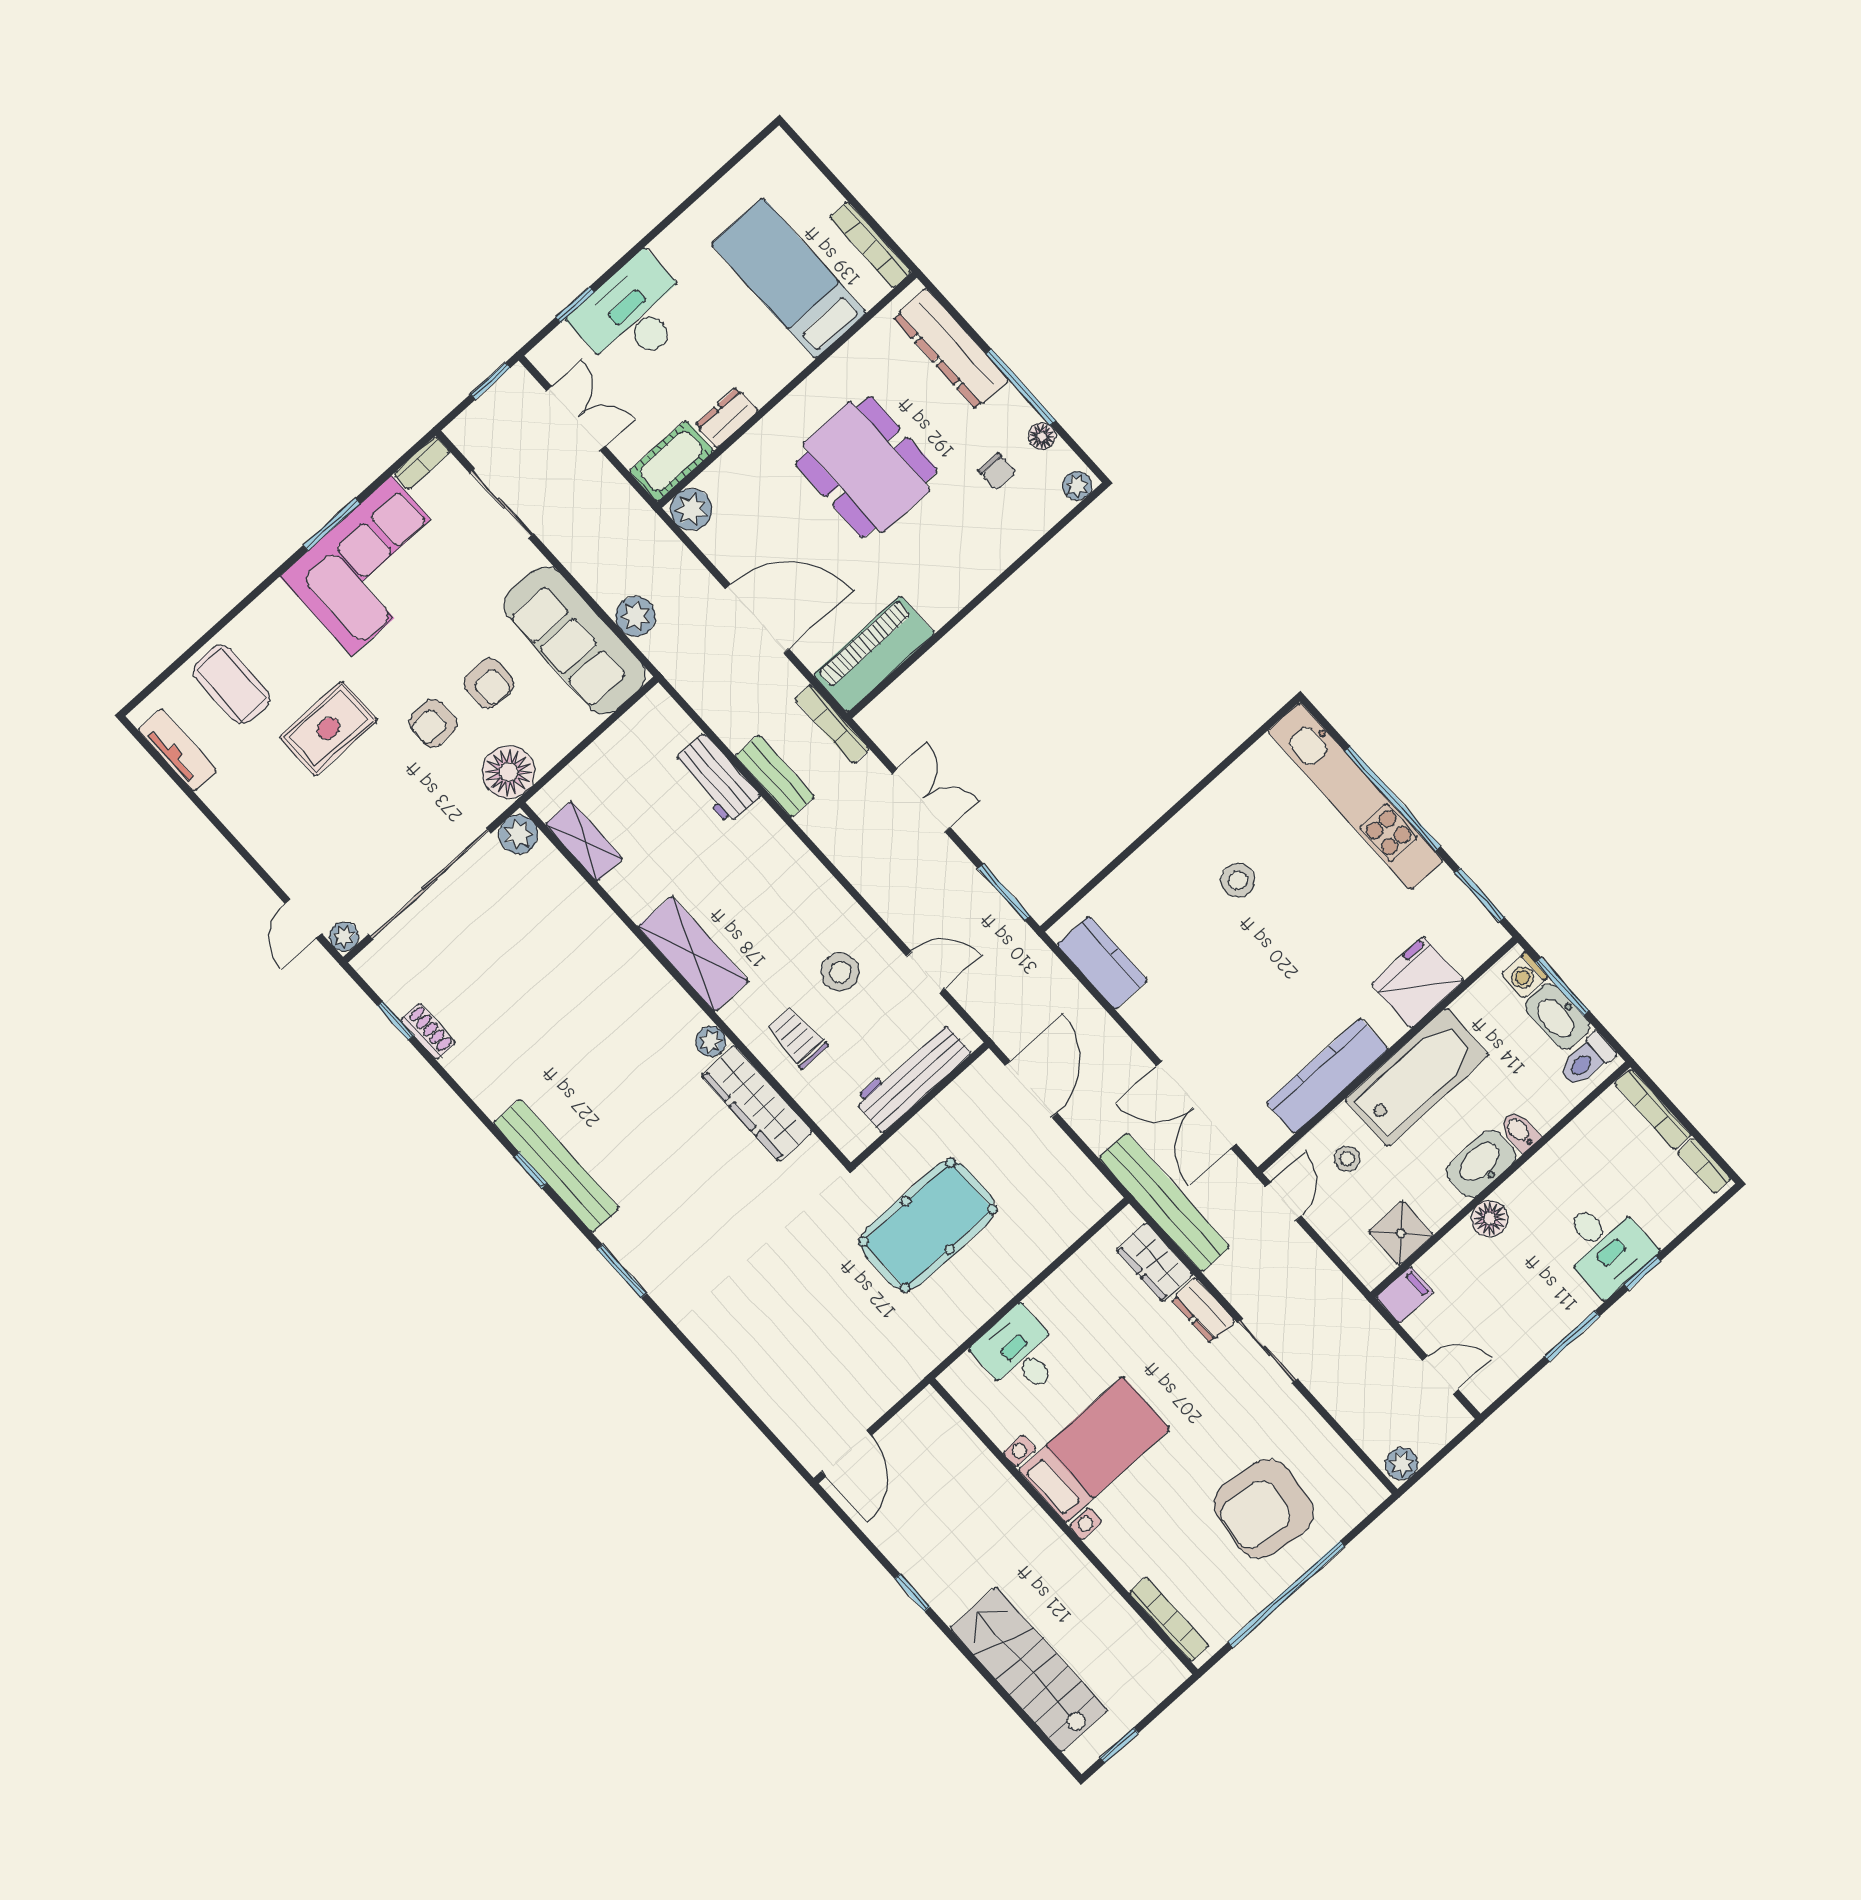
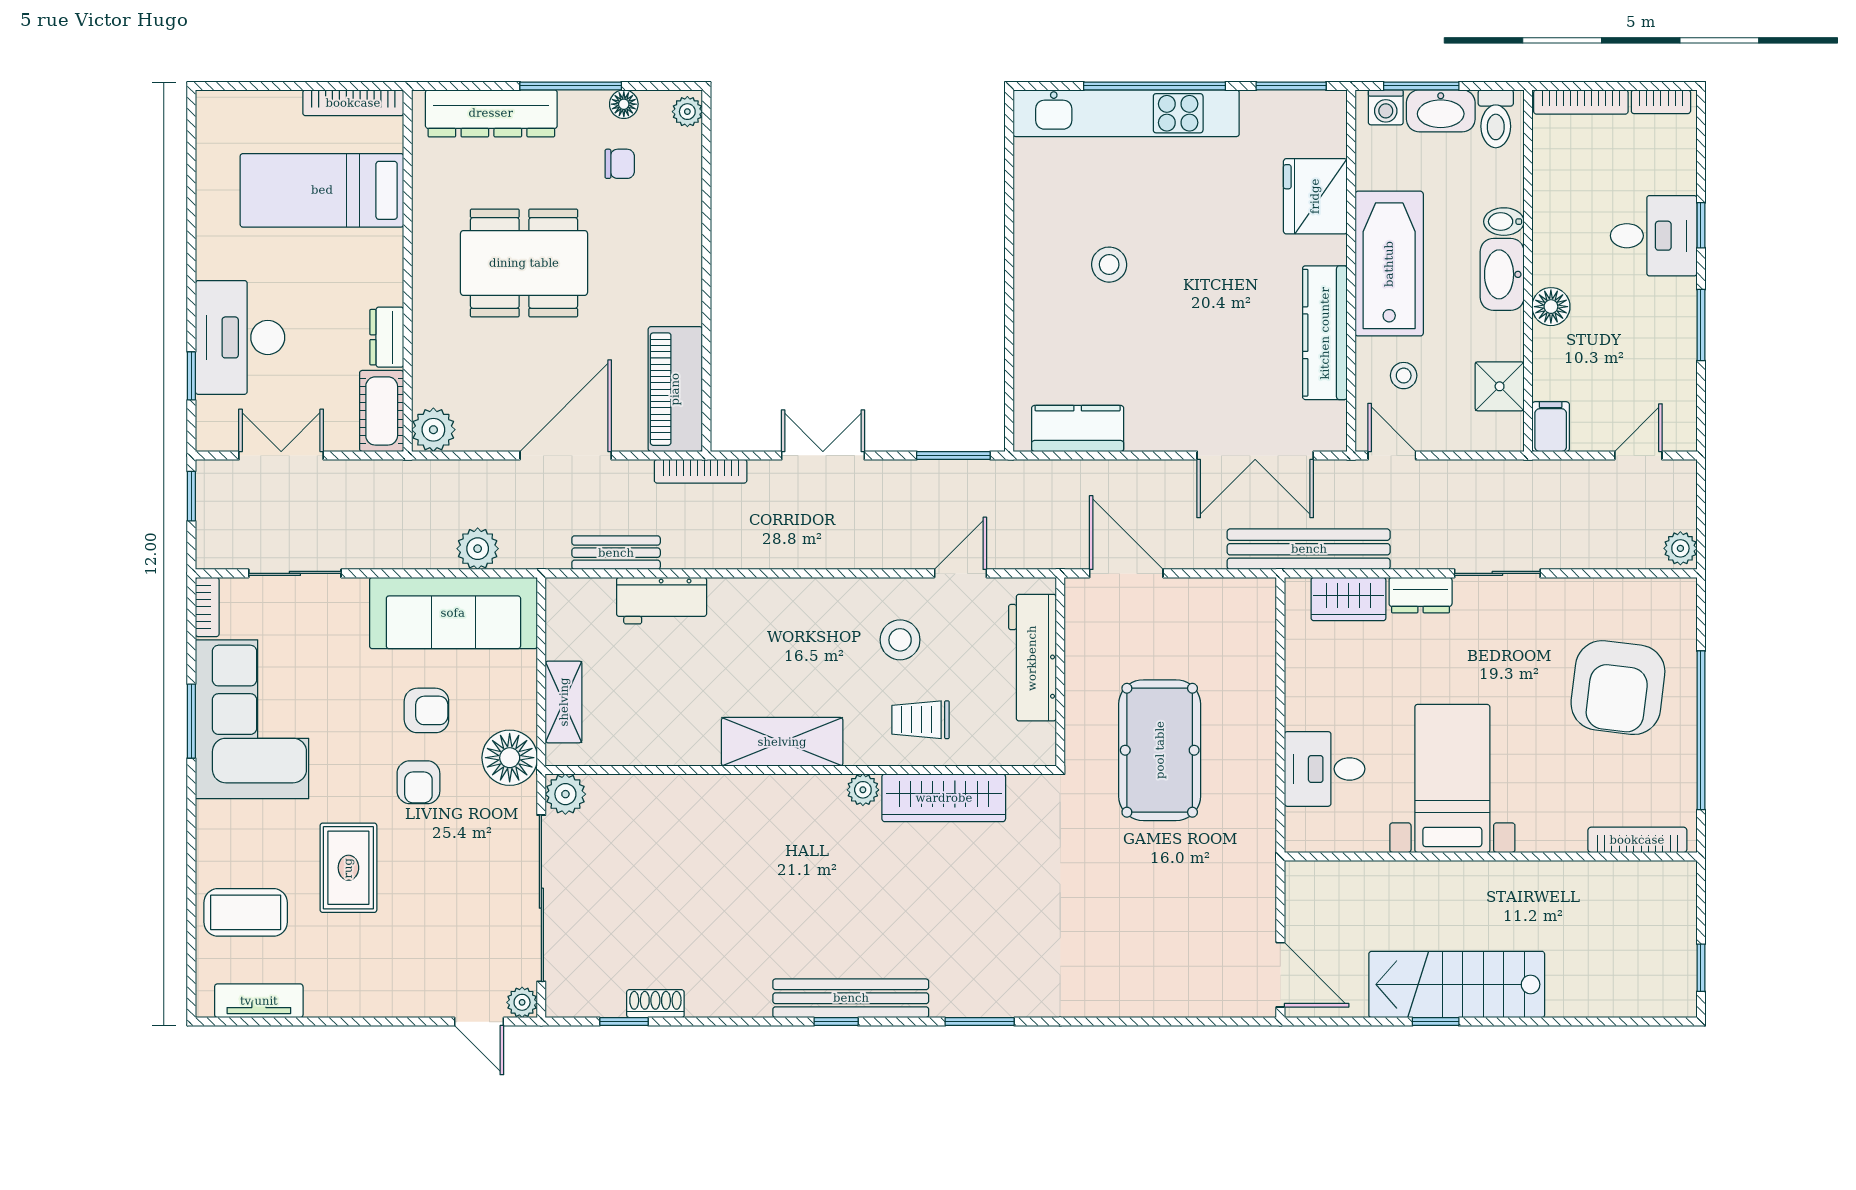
bench: (775, 776) -> (616, 553), moved
shelving: (584, 841) -> (564, 702), moved, turned 90
stairs: (1029, 1669) -> (1457, 984), moved

